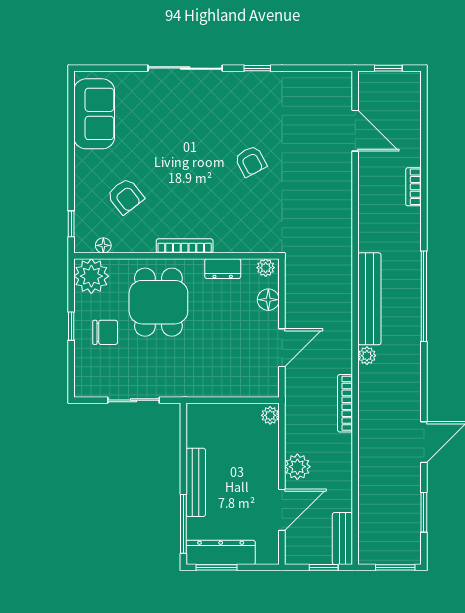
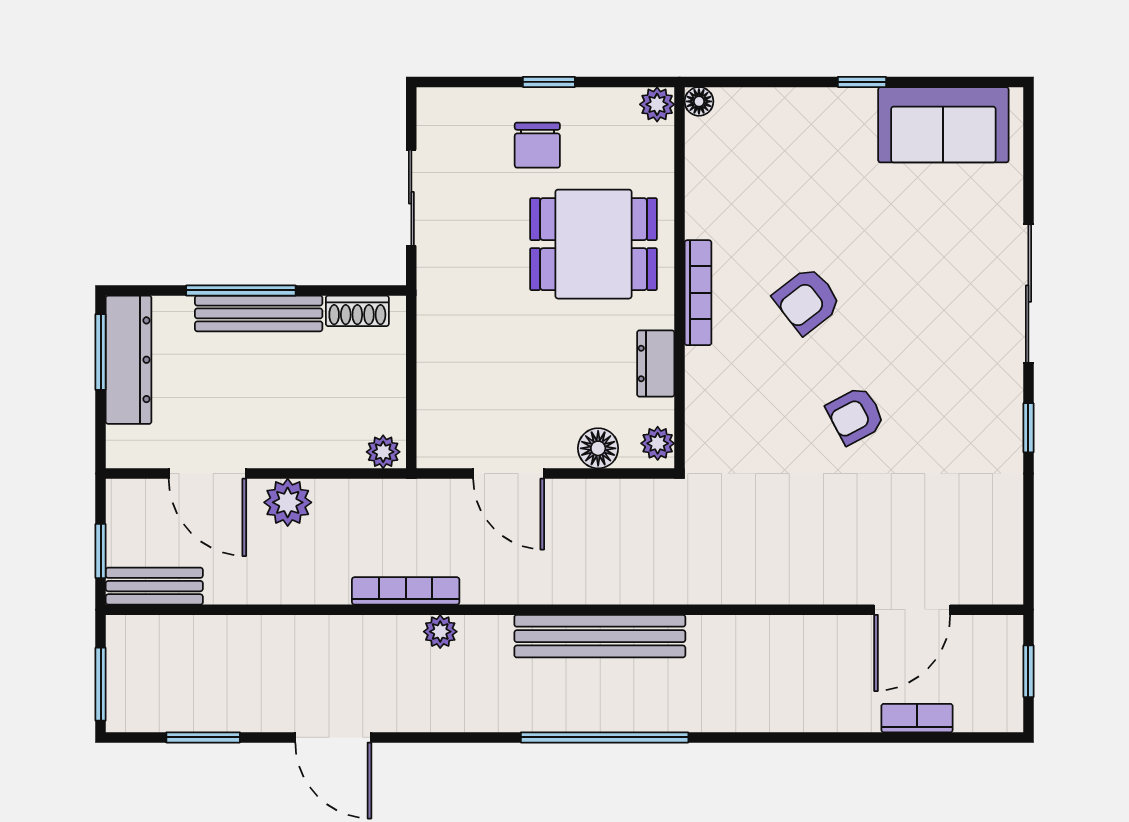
bookcase: (413, 187) -> (917, 718), moved
armchair: (126, 196) -> (807, 300), moved
window: (71, 224) -> (862, 82), moved
floor lamp: (103, 245) -> (699, 101), moved
plant: (91, 276) -> (657, 104), width x0.53, depth x0.53
plant: (367, 356) -> (440, 632), moved
shoe rack: (194, 429) -> (357, 311), added
window: (183, 524) -> (241, 290), moved

